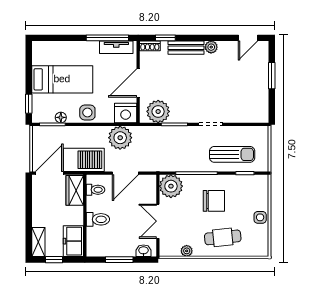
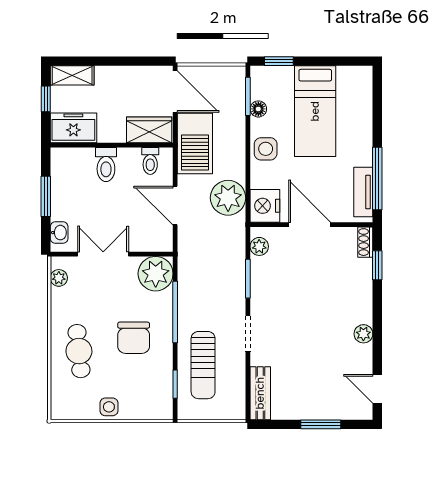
bench: (186, 48) -> (260, 393), moved
plant: (158, 111) -> (259, 246), width x0.53, depth x0.53
plant: (187, 251) -> (59, 278), moved

